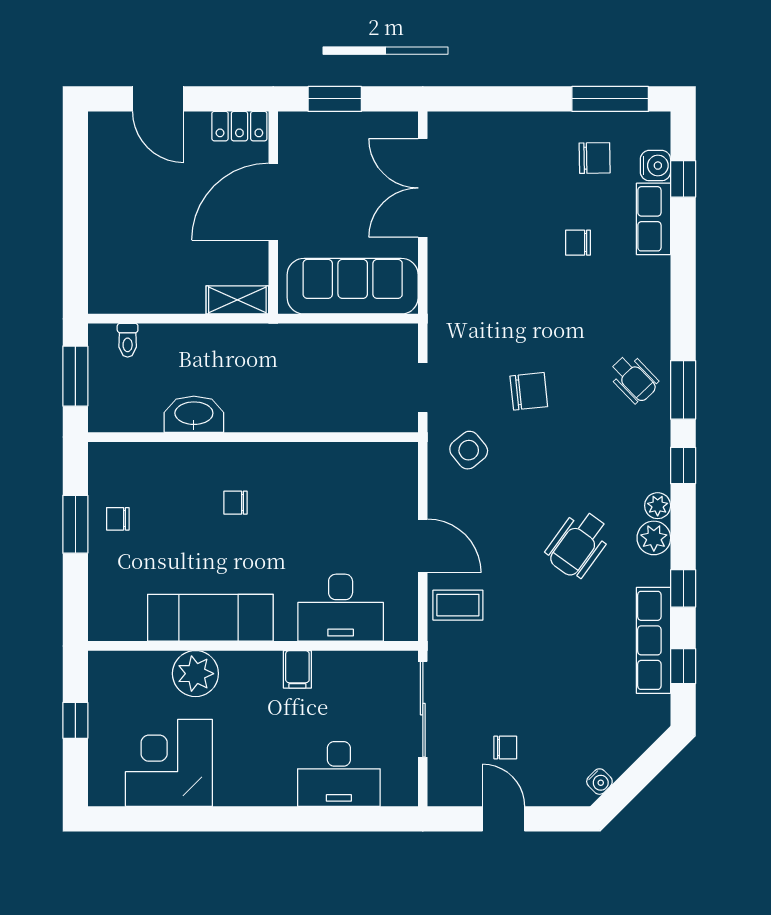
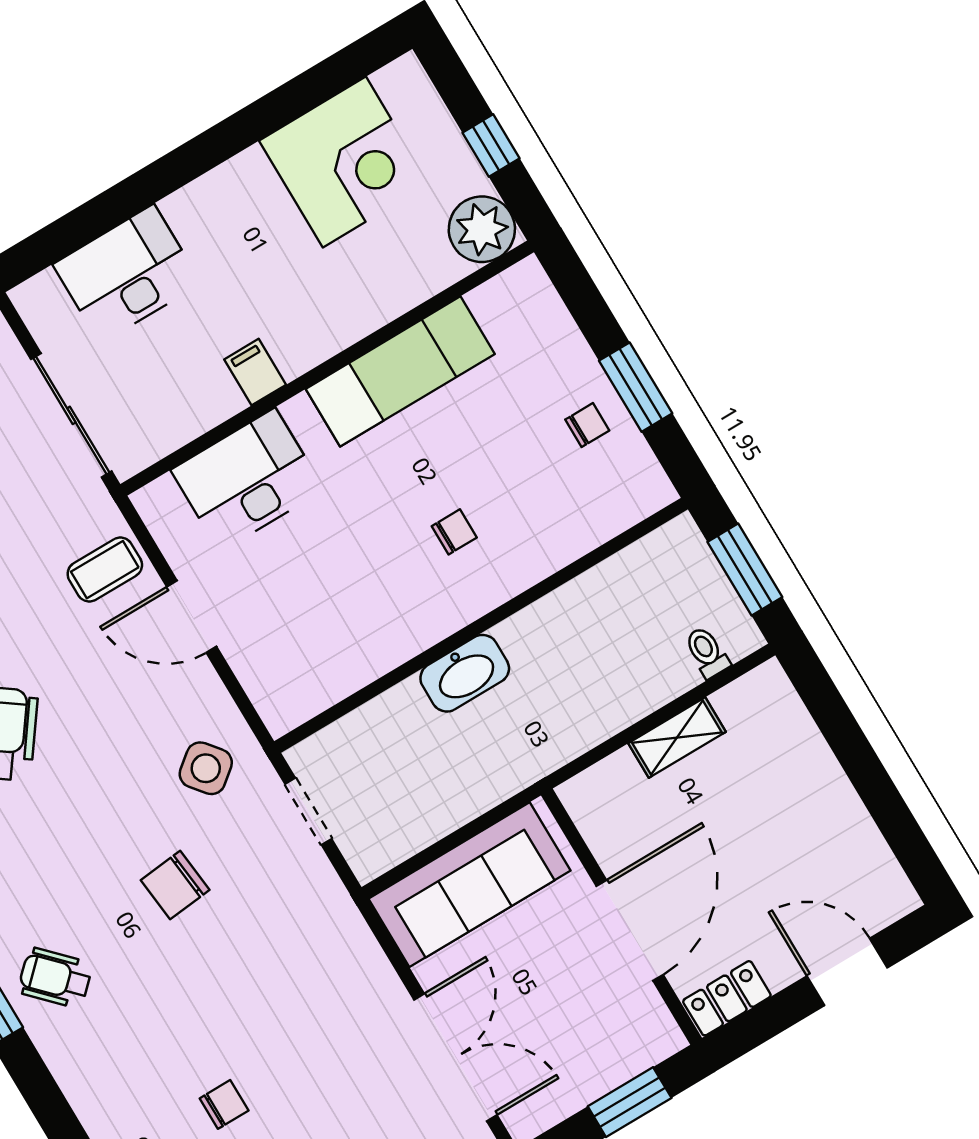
shelving: (237, 300) -> (677, 738), moved
washbasin: (194, 414) -> (465, 673), moved
plant: (195, 674) -> (482, 229), moved

